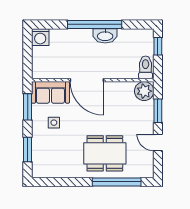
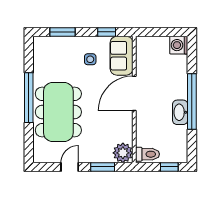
window: (28, 107) -> (107, 32), width x0.67
dining table: (105, 153) -> (58, 112), width x1.36, depth x1.24
window: (117, 182) -> (29, 98), moved

